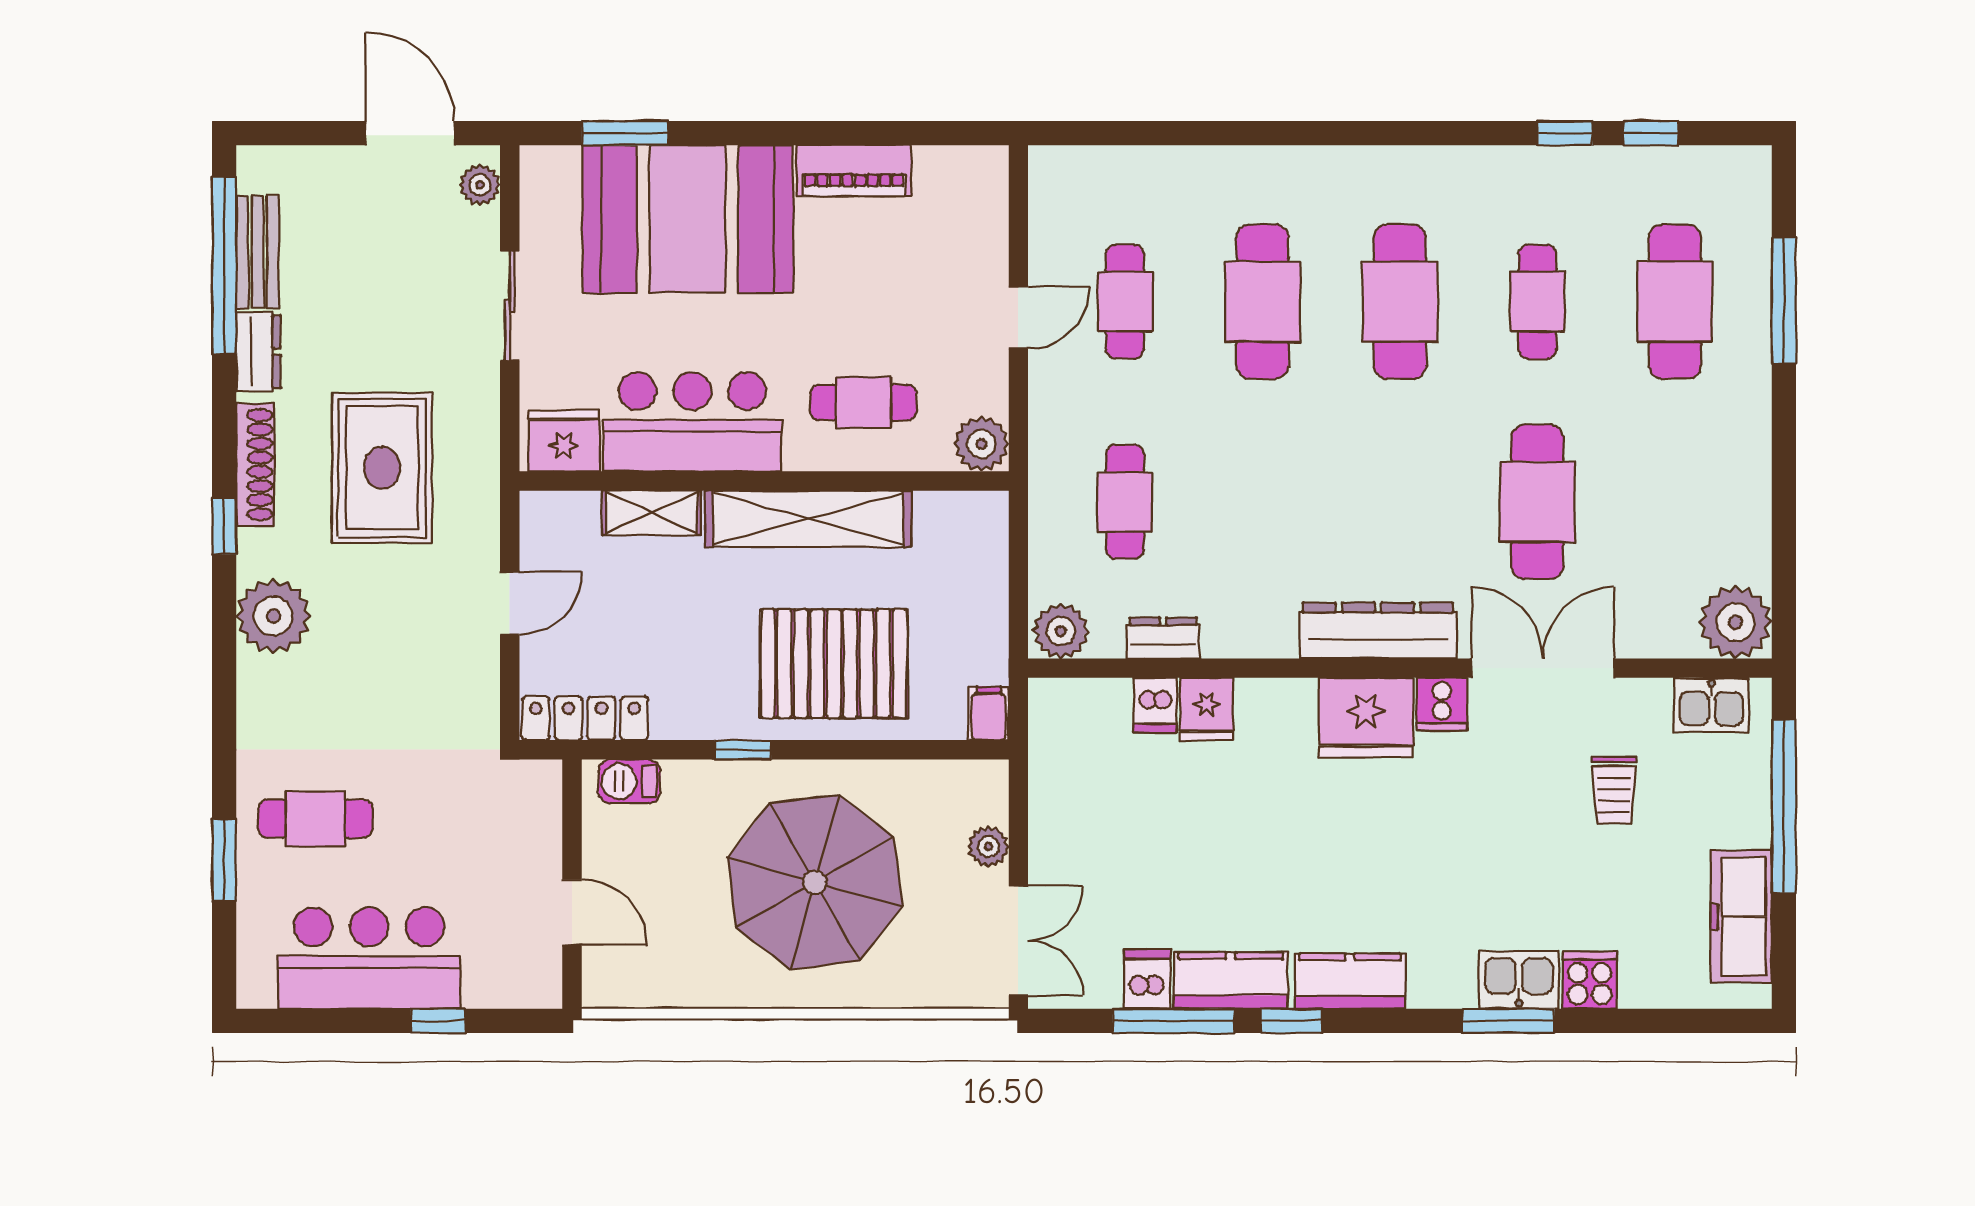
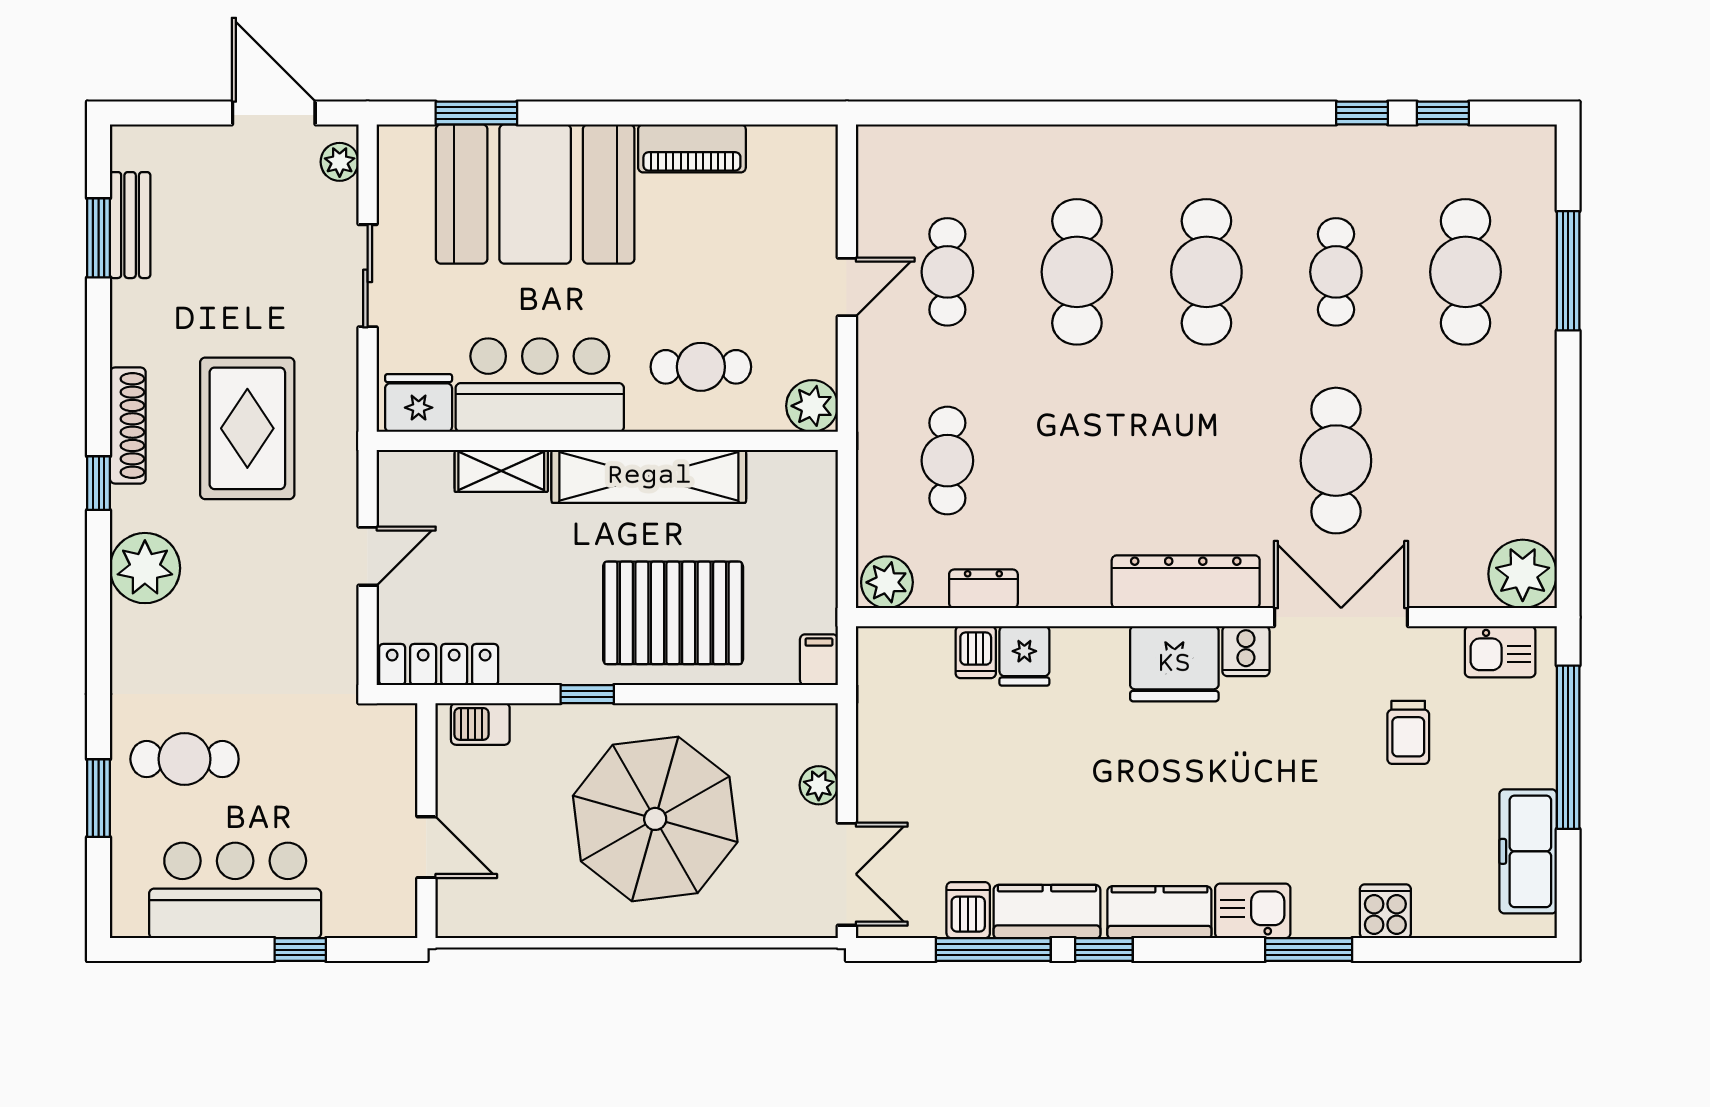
window: (224, 265) -> (99, 238), width x0.47
dresser: (258, 352) -> (131, 319), removed
kitchen sink: (1519, 980) -> (1253, 911), moved

